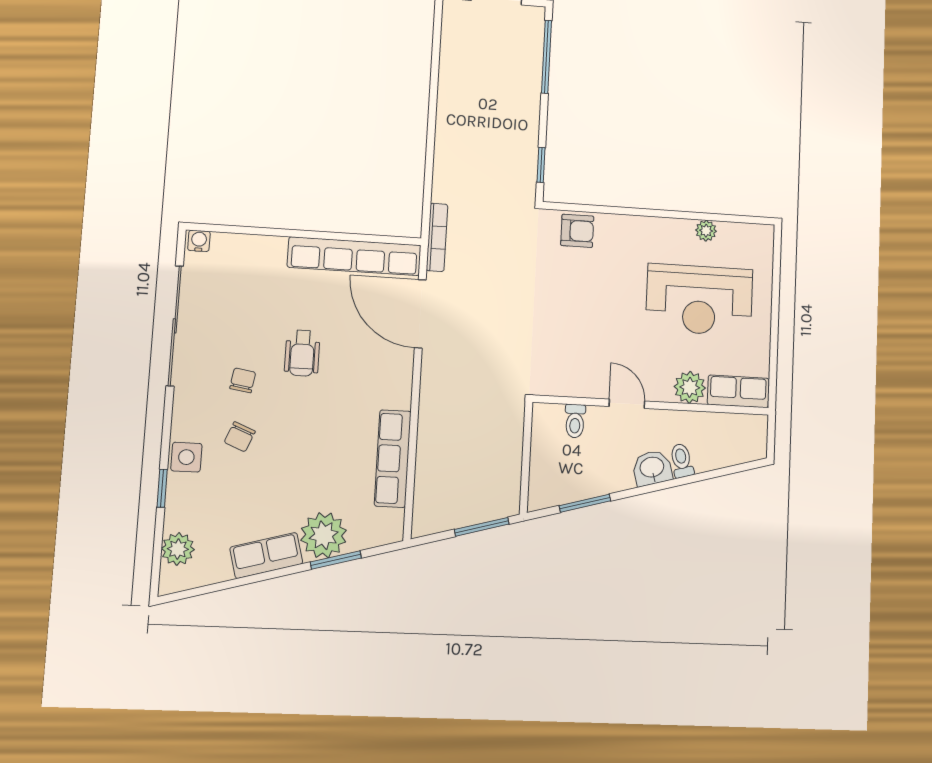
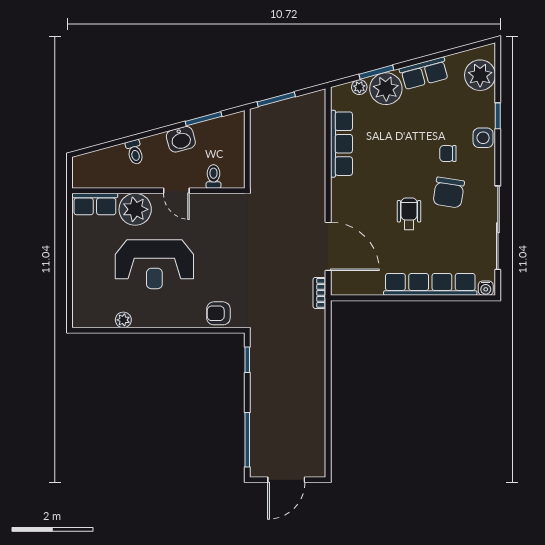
bookcase: (437, 237) -> (319, 293), width x0.64
row of seats: (354, 256) -> (430, 284), moved
reception desk: (699, 300) -> (154, 264), moved, turned 180
chair: (243, 380) -> (449, 193), width x1.87, depth x1.87
plant: (690, 387) -> (135, 209), width x1.36, depth x1.36
chair: (240, 437) -> (448, 154), turned -112
washbasin: (652, 468) -> (181, 139), moved
plant: (362, 539) -> (359, 87), added
plant: (178, 549) -> (480, 75), width x1.36, depth x1.36

